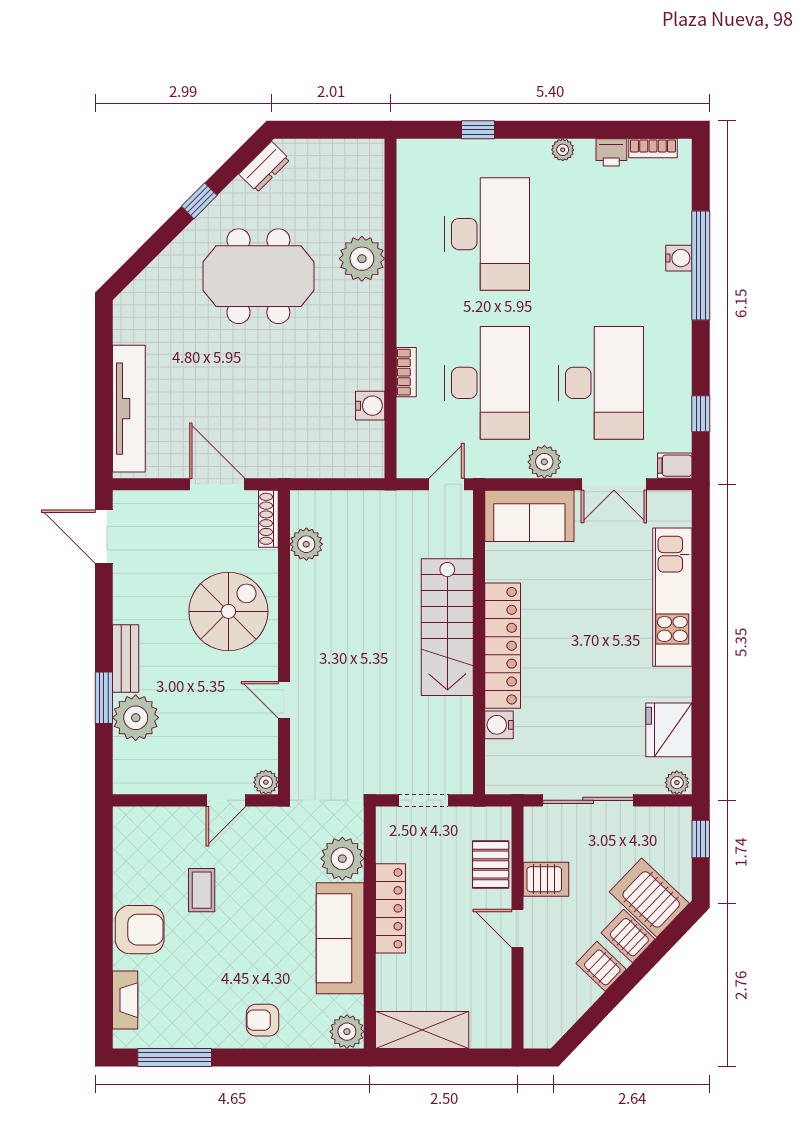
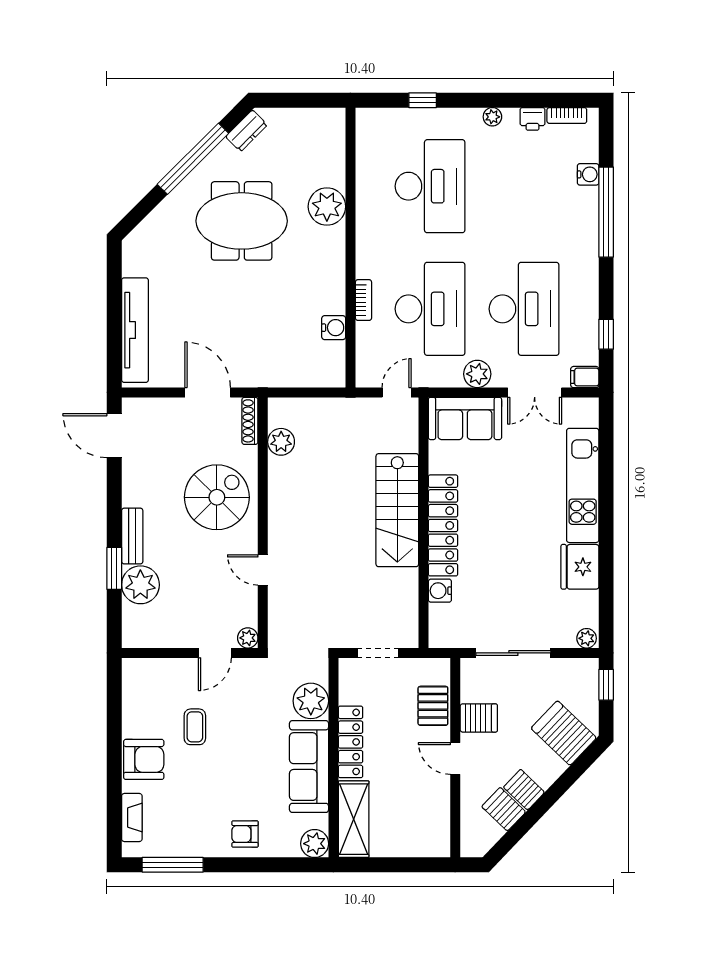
window: (199, 201) -> (193, 159), width x3.17
water cooler: (679, 258) -> (588, 174), moved
fridge: (669, 730) -> (580, 567), moved
server rack: (628, 936) -> (504, 809), moved
shelving: (422, 1030) -> (354, 819), moved, turned 90

